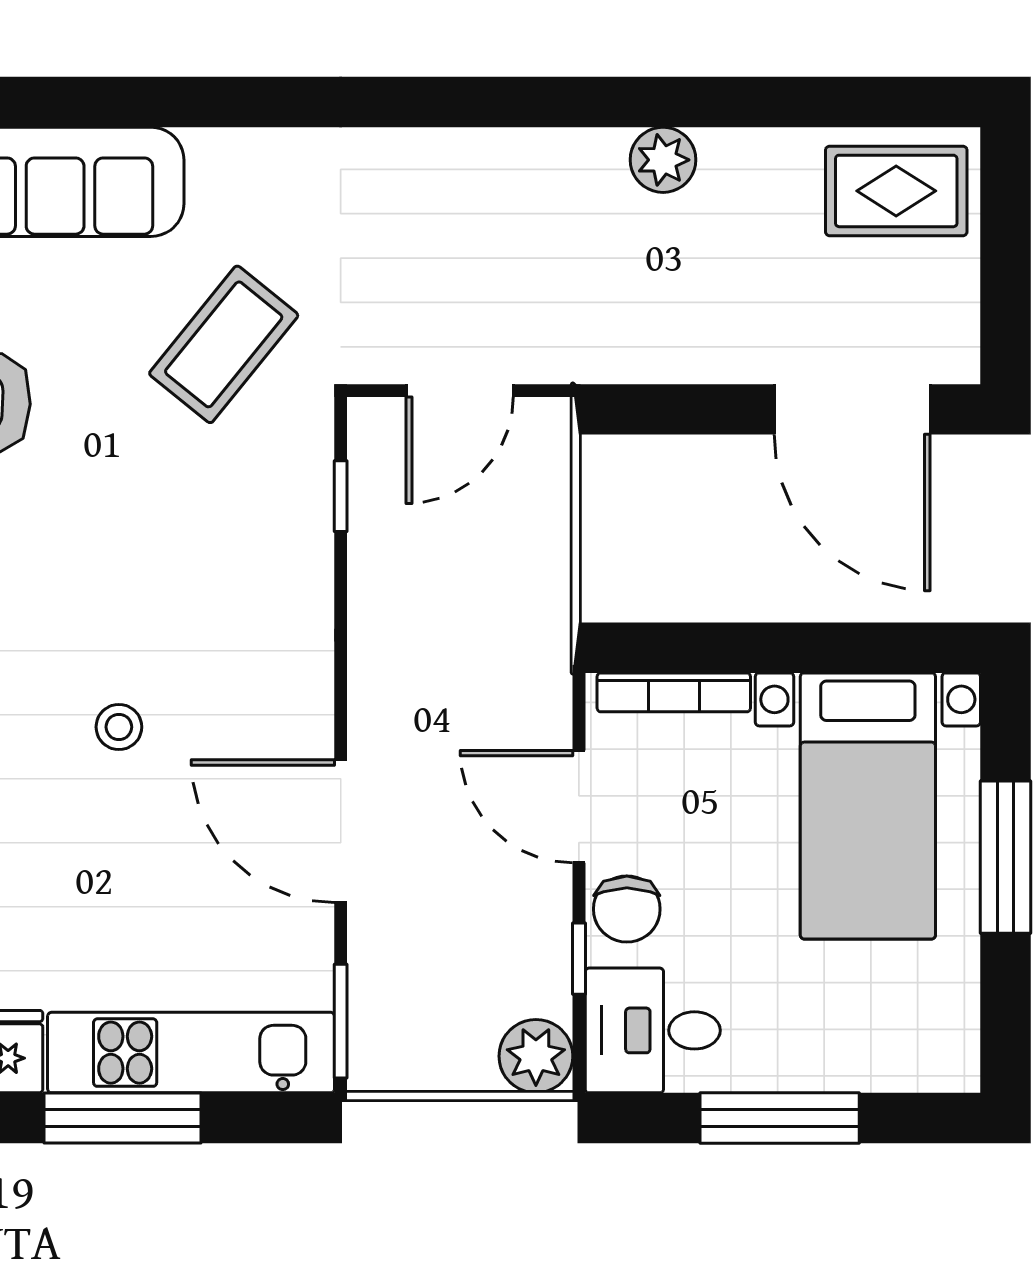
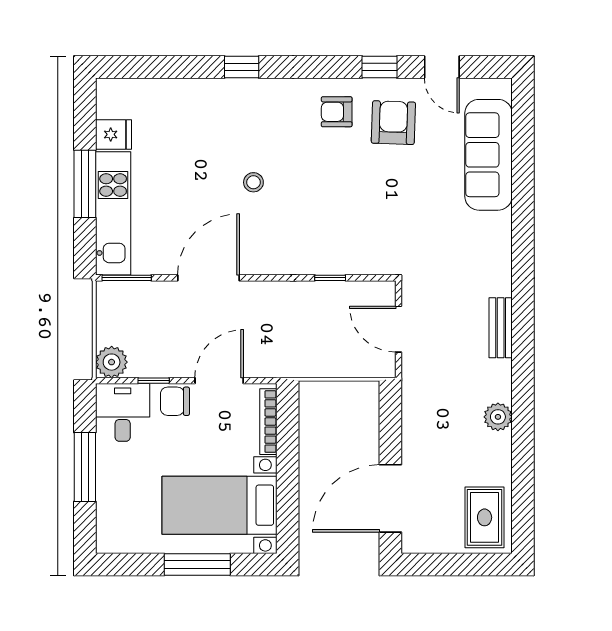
bench: (456, 154) -> (501, 328), added
coffee table: (224, 344) -> (418, 227), removed
window: (341, 496) -> (330, 278), moved

